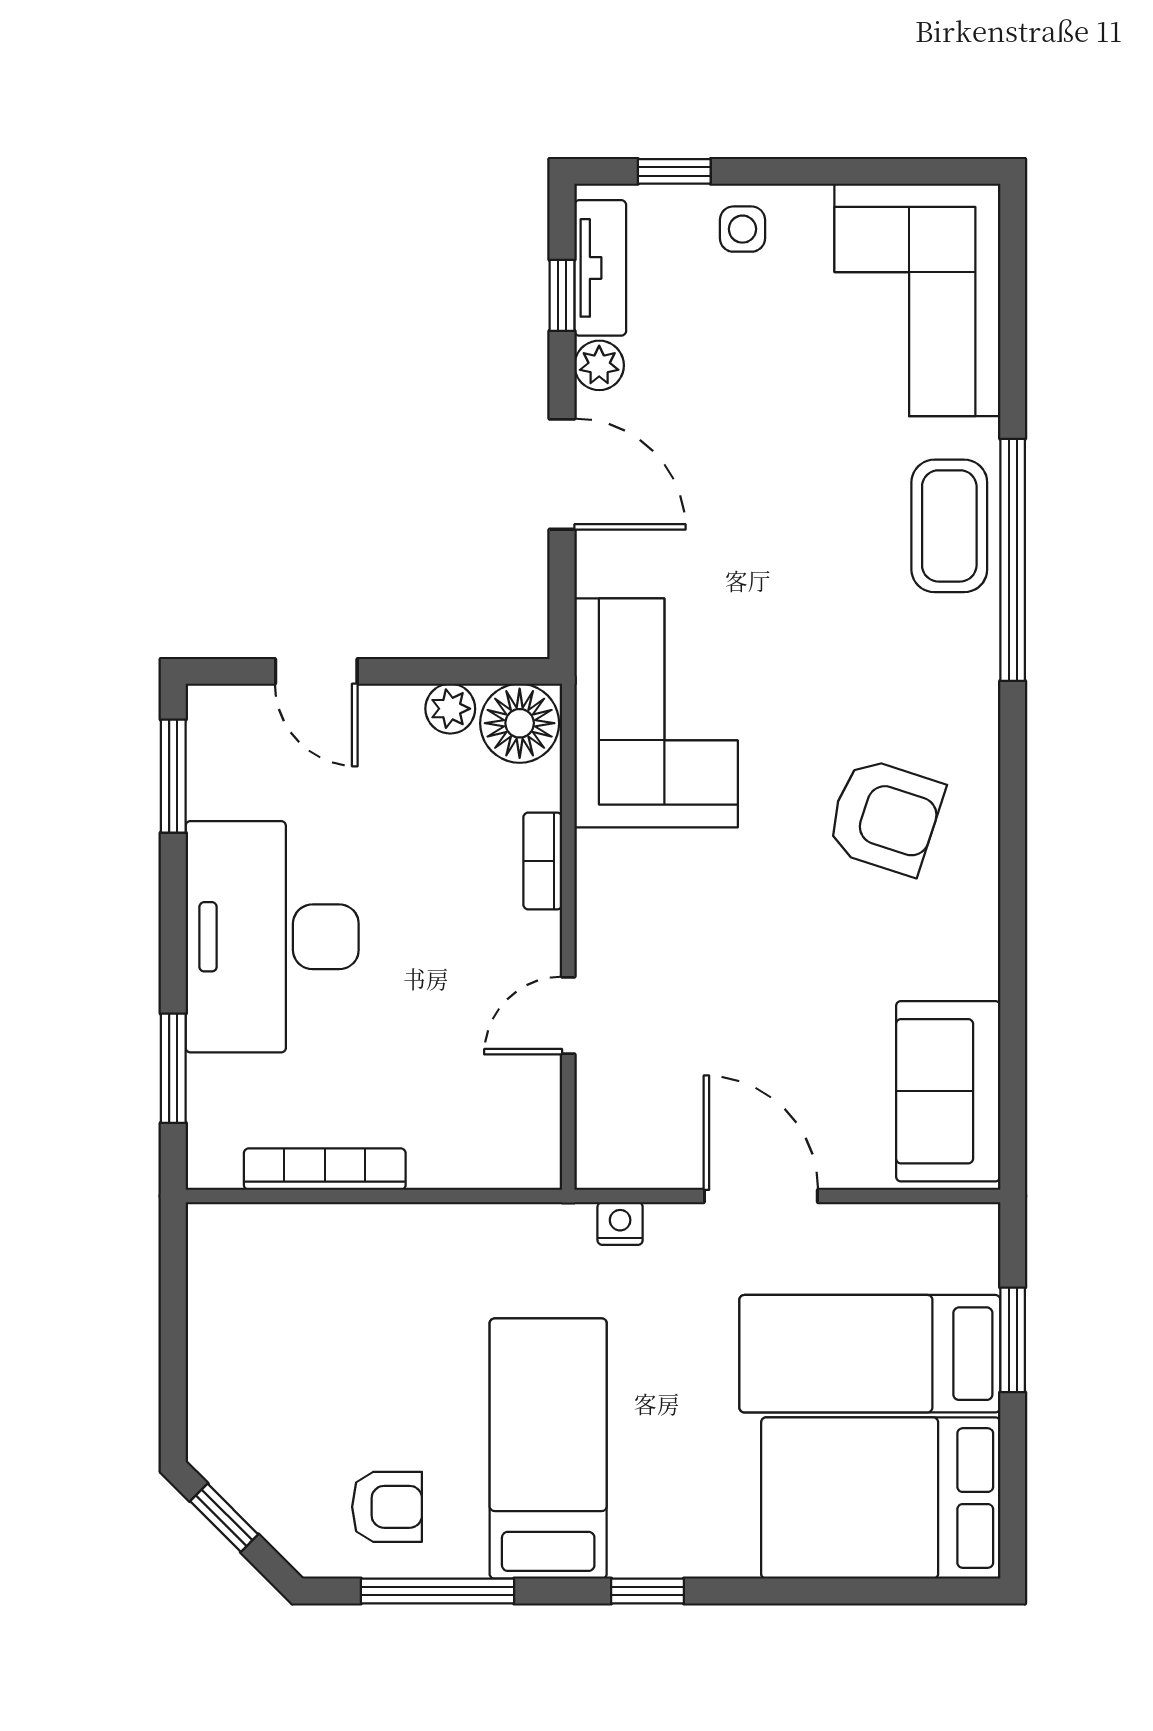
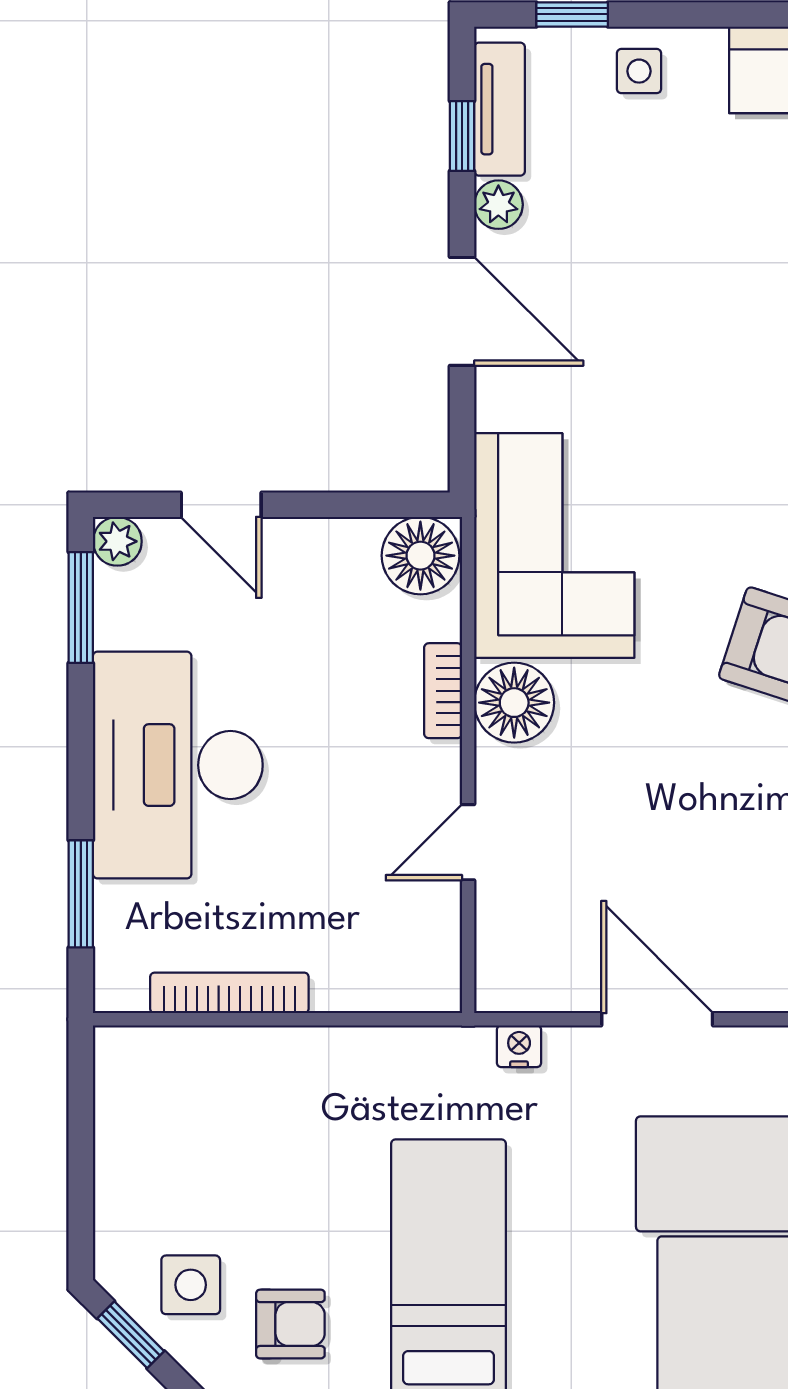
plant: (450, 709) -> (117, 541), moved
floor lamp: (615, 873) -> (514, 703), added
side table: (285, 1467) -> (191, 1285), added

